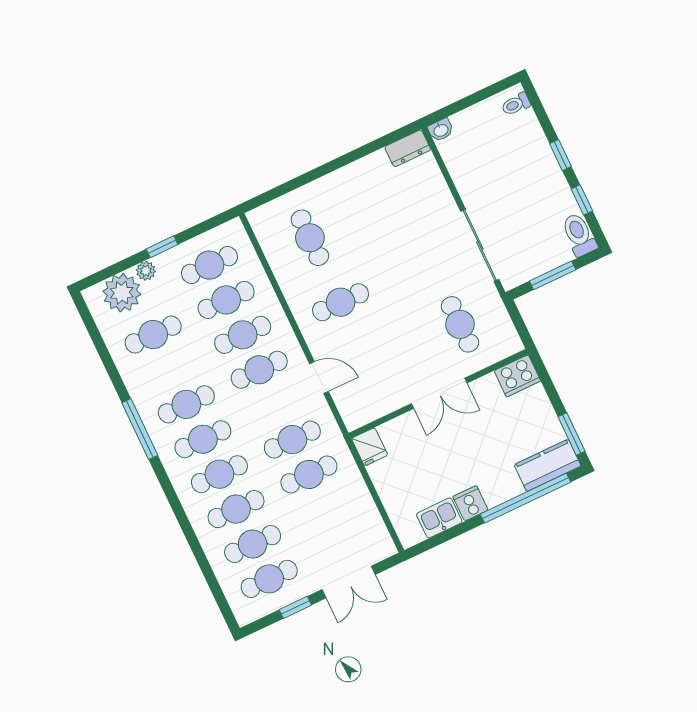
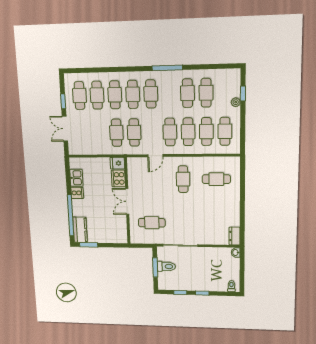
toilet: (579, 235) -> (166, 266), moved
window: (162, 247) -> (243, 94), moved
plant: (122, 293) -> (231, 87), removed
cooker: (517, 376) -> (118, 178), moved
cafe table: (186, 404) -> (187, 93), moved

